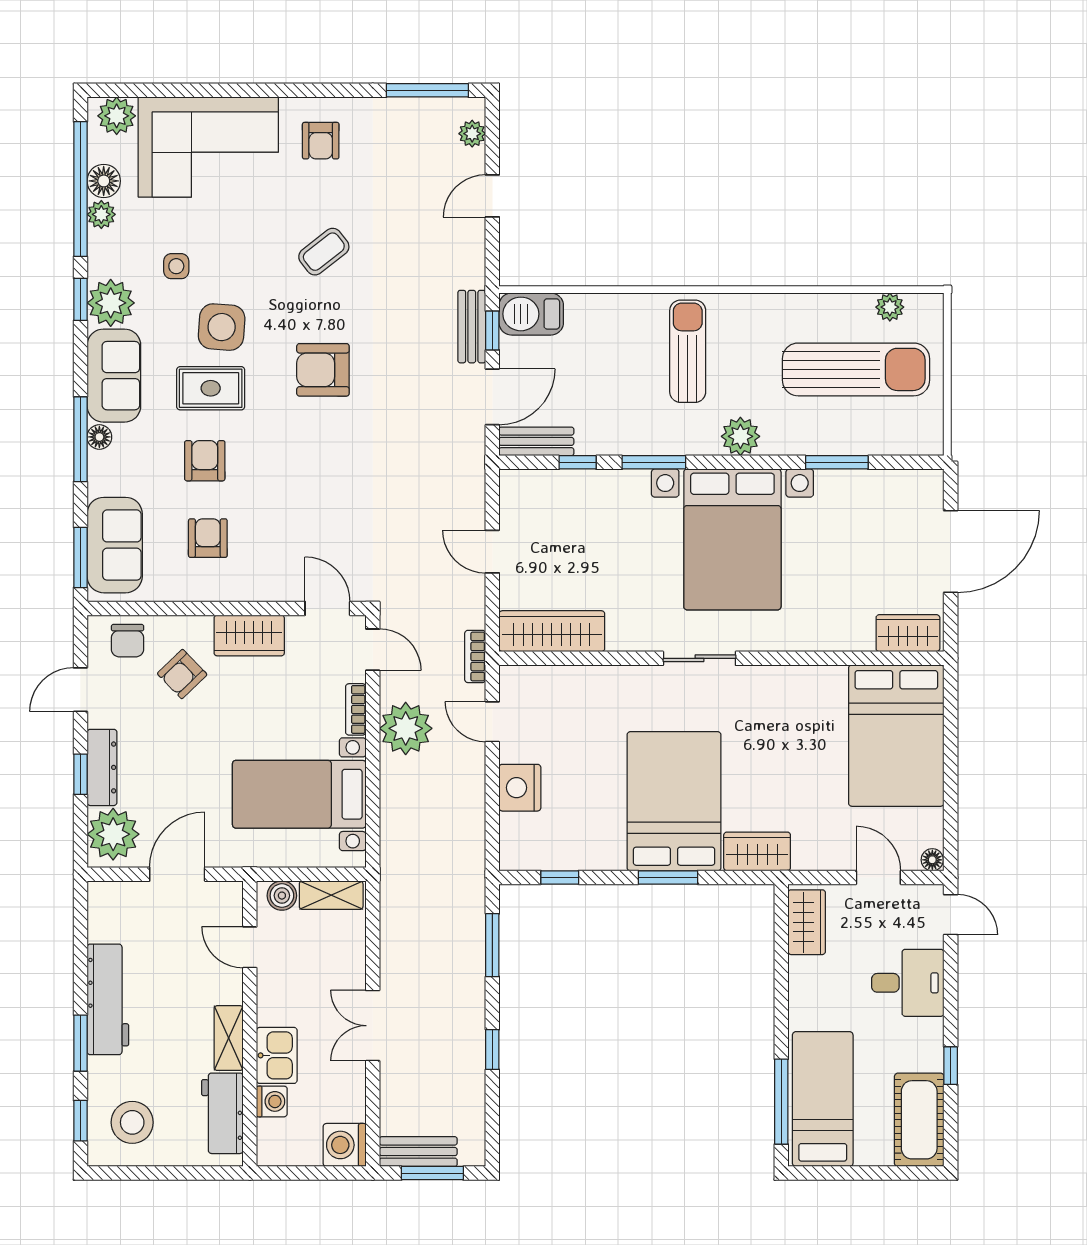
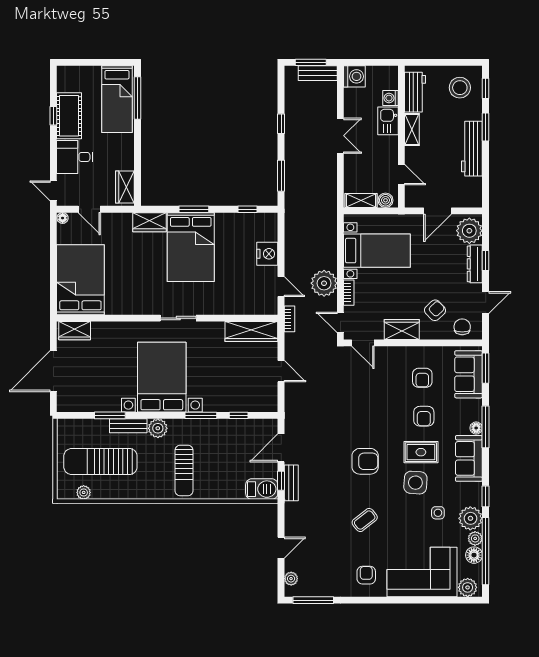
plant: (111, 303) -> (470, 518), moved
bench: (536, 441) -> (128, 426), moved
cot: (919, 1120) -> (69, 116), moved

